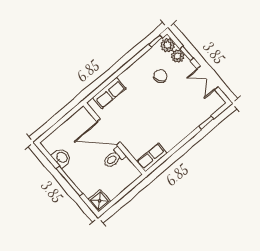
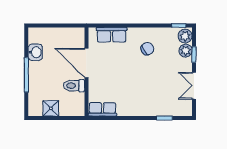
chair: (160, 76) -> (147, 49), moved
shower: (99, 201) -> (51, 108), moved

